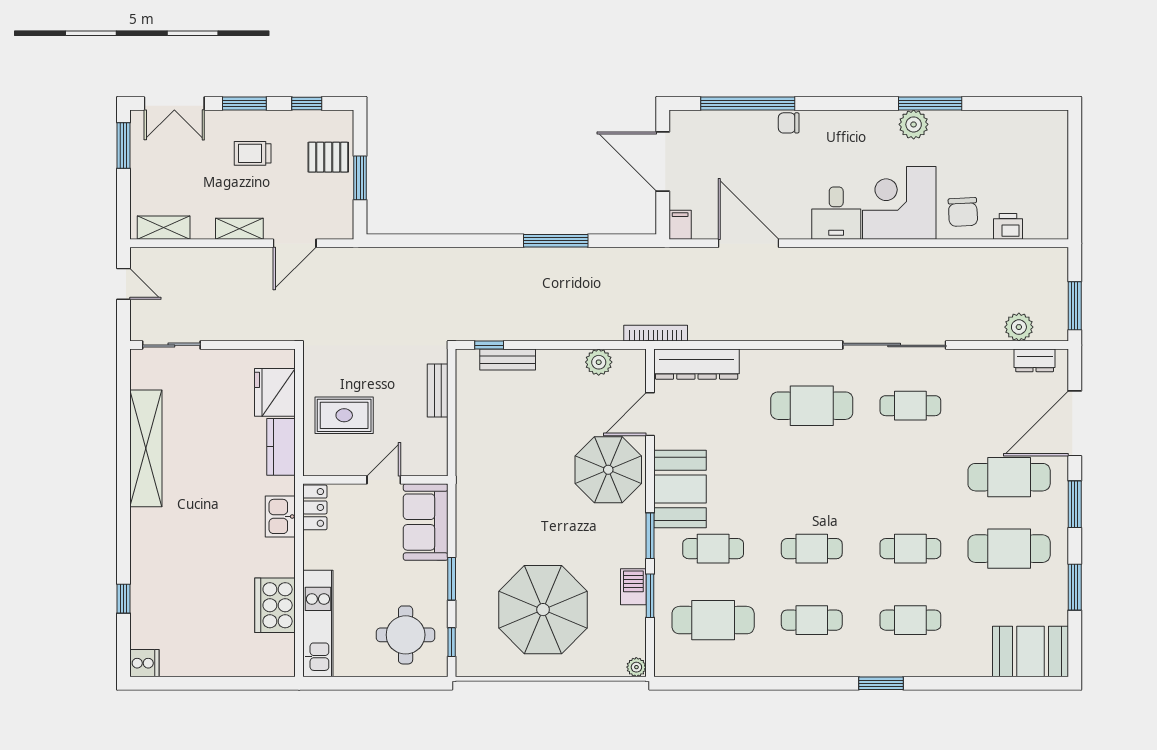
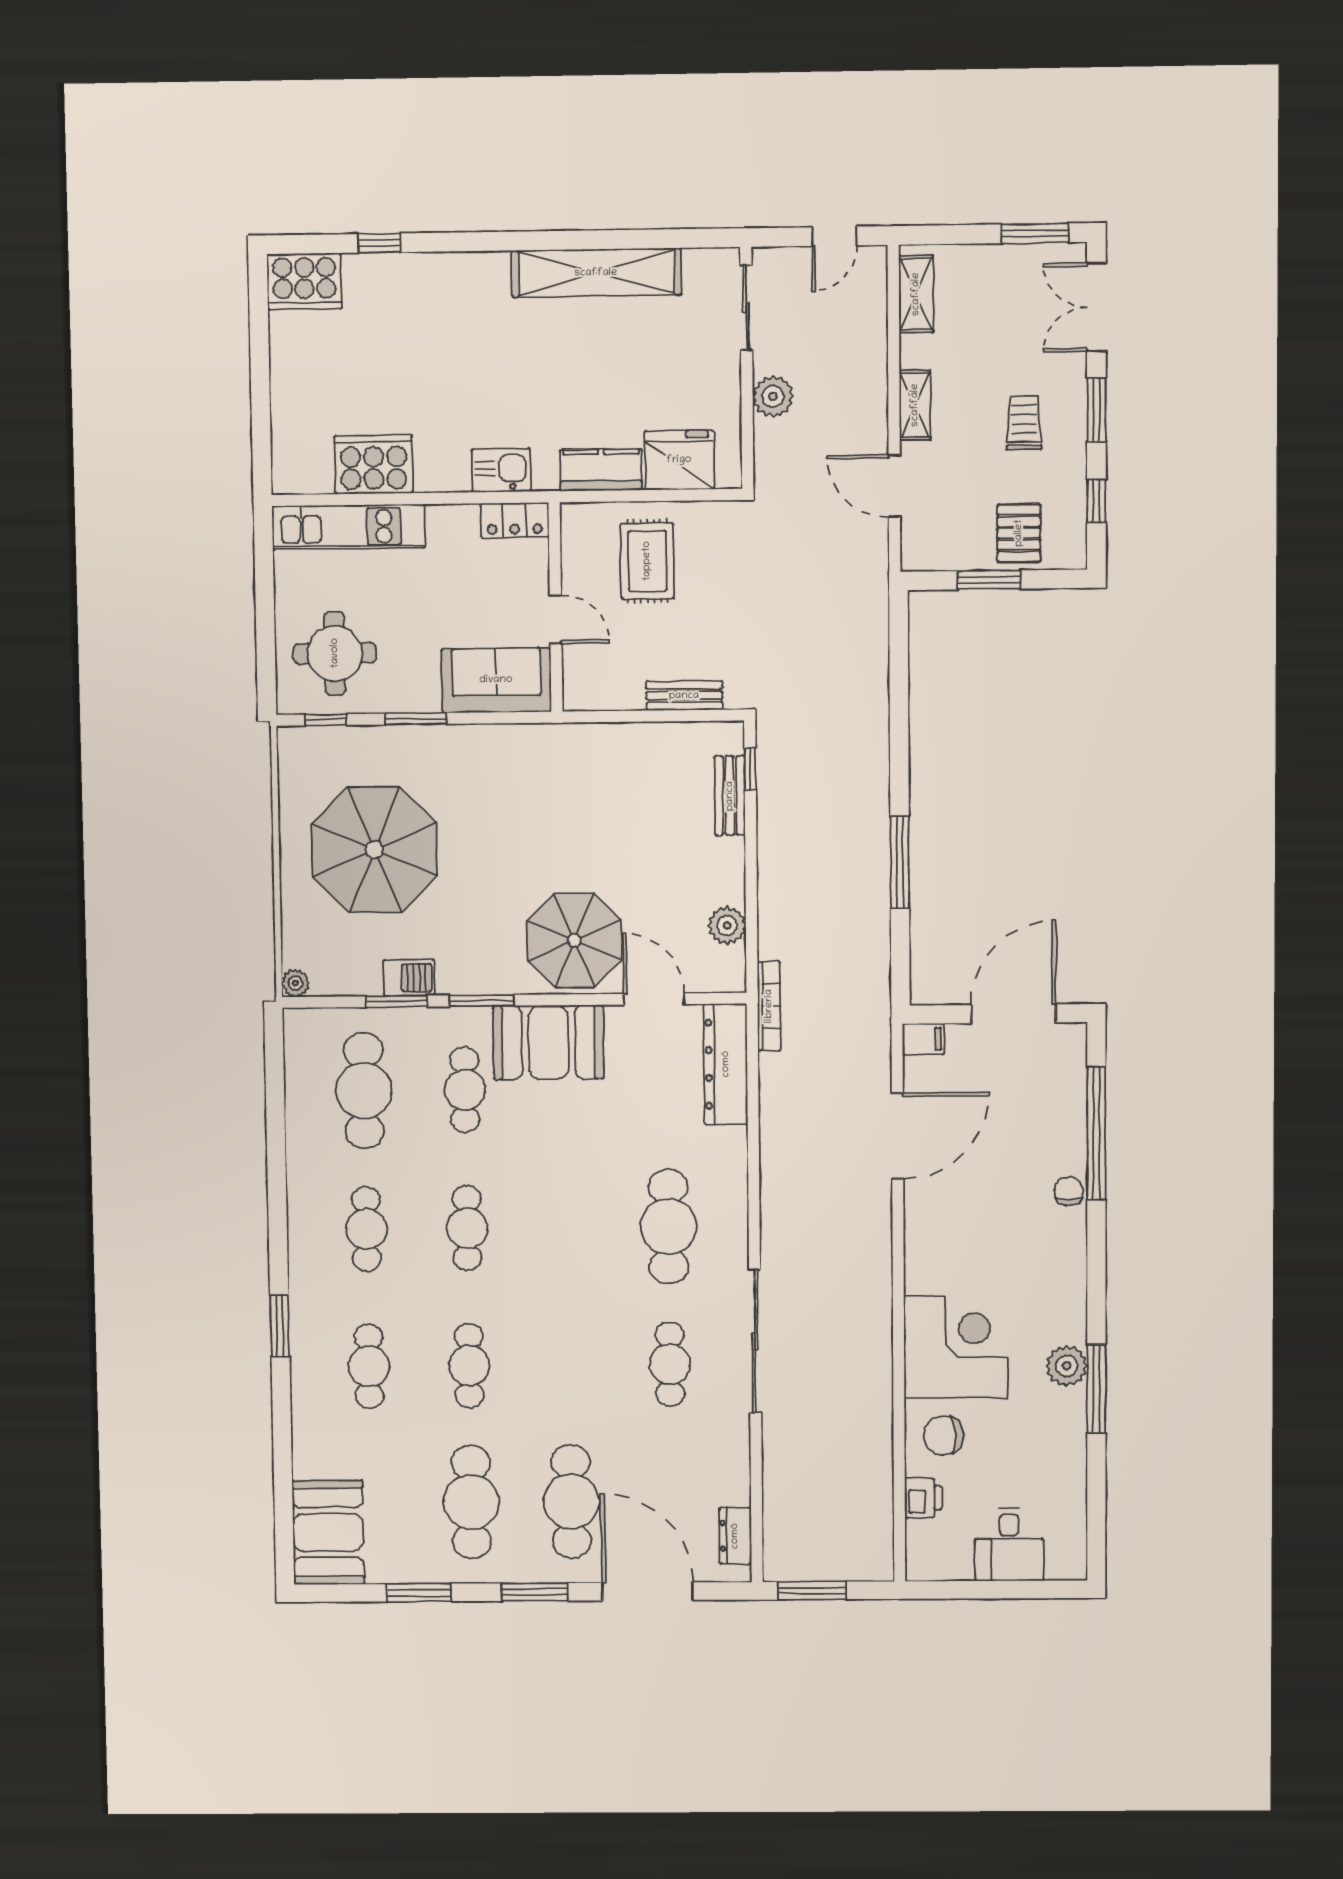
desk: (836, 213) -> (1009, 1545), moved, turned -90
plant: (1019, 327) -> (773, 396), moved
cooker: (144, 663) -> (304, 281), width x1.87, depth x1.31

